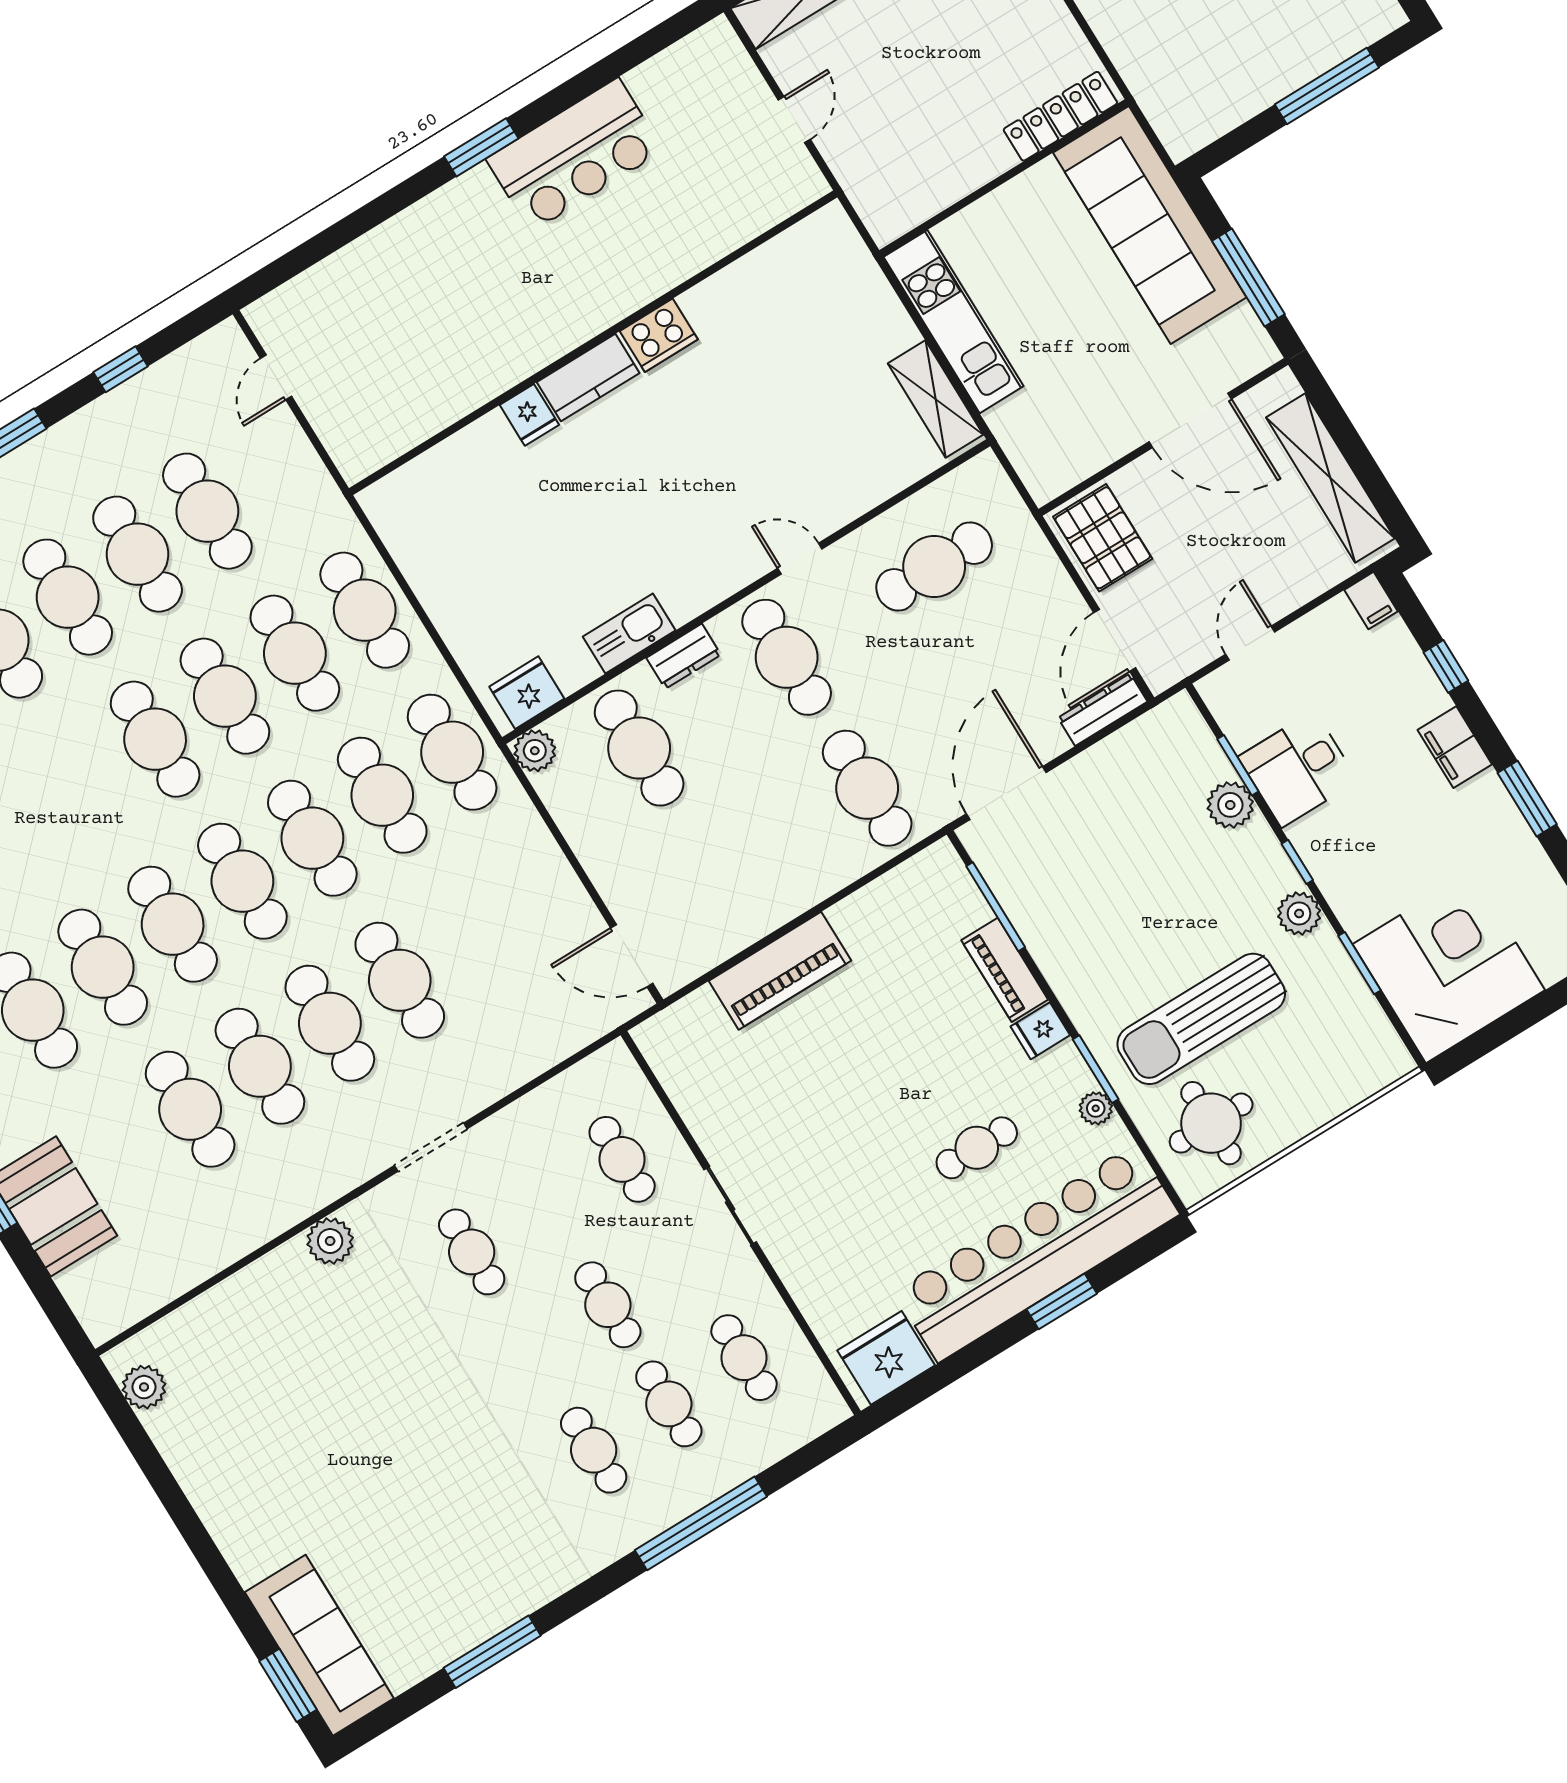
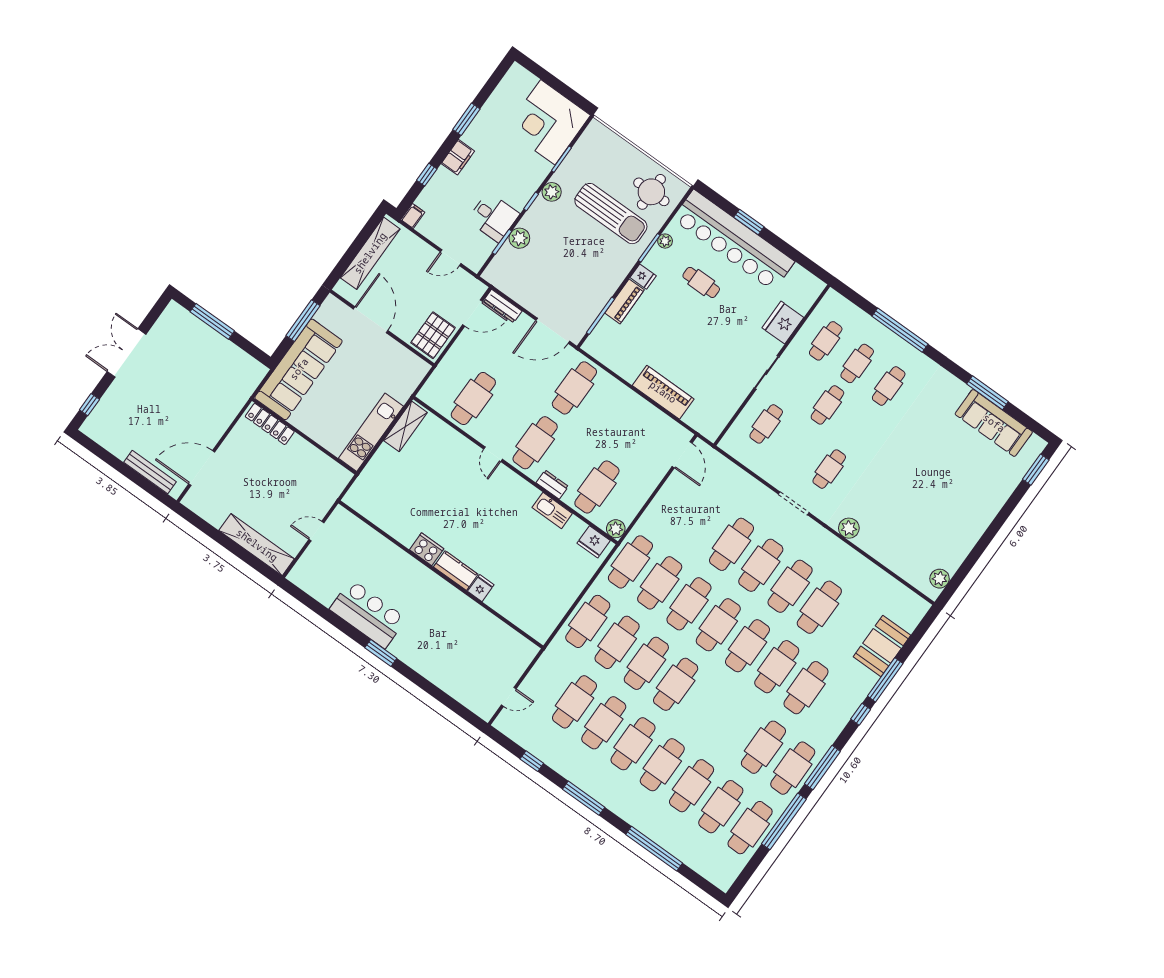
cafe table: (934, 567) -> (473, 399), turned 90
fridge: (886, 1358) -> (783, 323), moved, turned 90
sofa: (319, 1645) -> (994, 423), moved, turned -90

